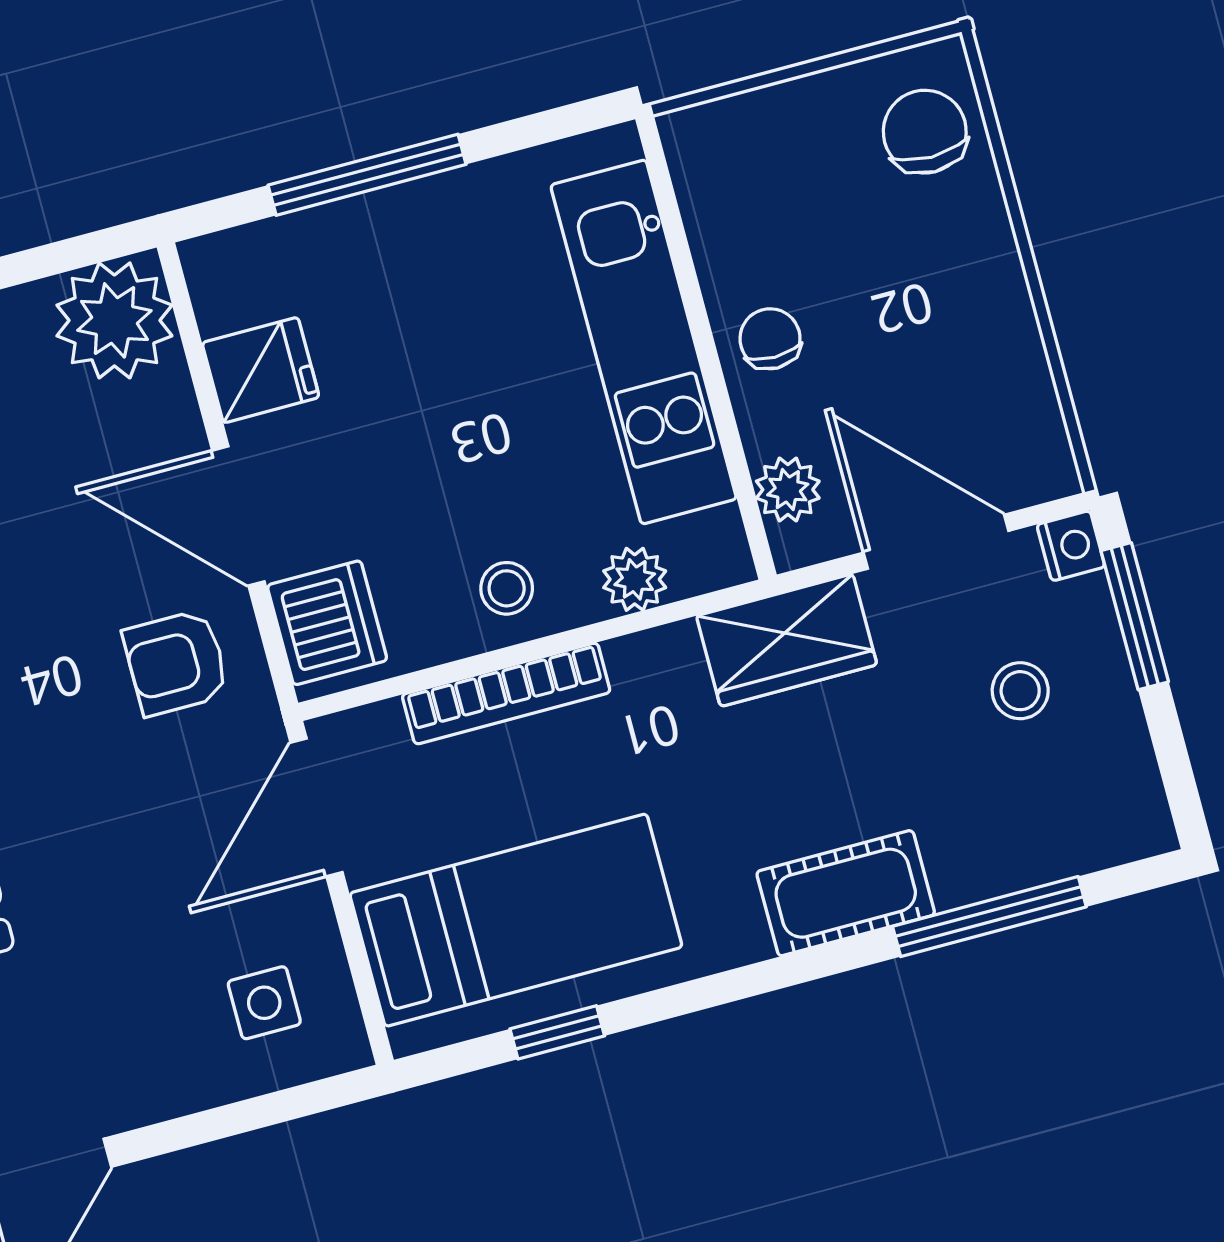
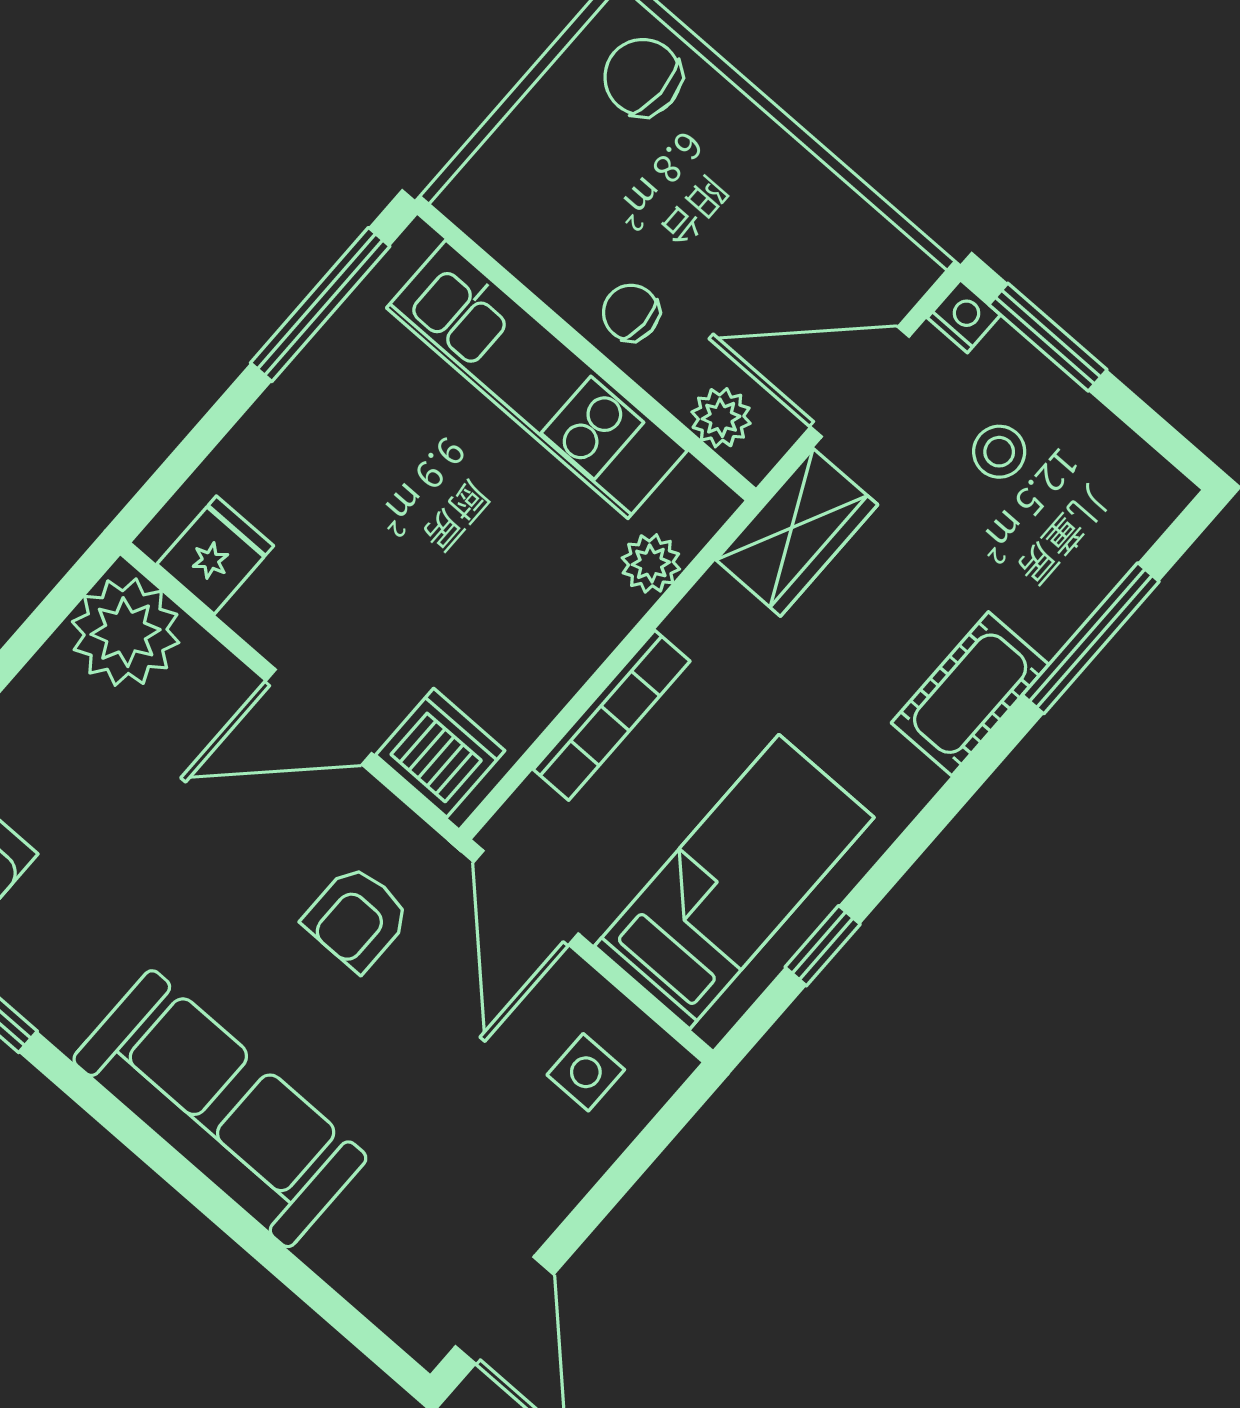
window: (367, 175) -> (320, 305), moved
fridge: (261, 370) -> (215, 555), moved
stool: (507, 588) -> (558, 635), removed
armchair: (176, 663) -> (357, 918), moved

